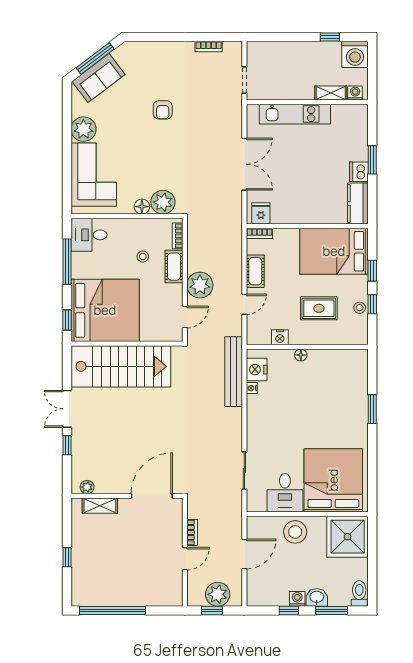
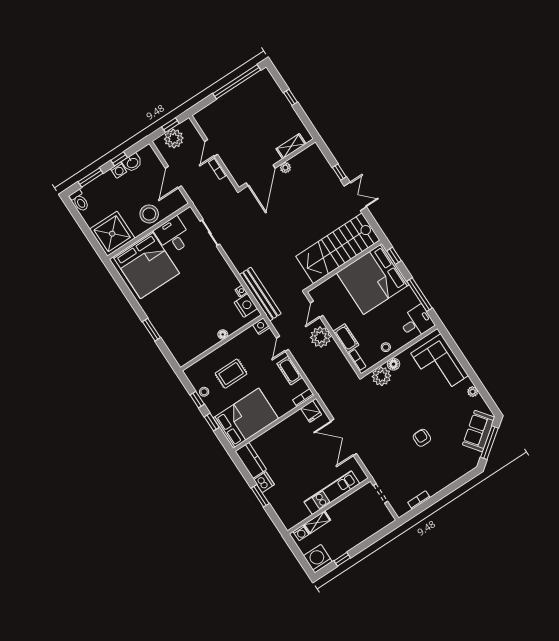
plant: (83, 129) -> (473, 392), width x0.53, depth x0.53
stool: (143, 257) -> (386, 347), moved
nightstand: (280, 337) -> (261, 326), moved
plant: (87, 487) -> (285, 168), moved
washbasin: (317, 597) -> (132, 163), moved

